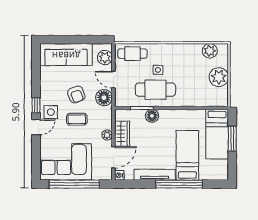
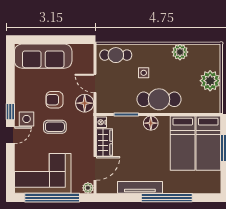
plant: (210, 51) -> (180, 52), moved
plant: (105, 58) -> (86, 59), removed
cafe table: (155, 90) -> (159, 99), moved
armchair: (76, 94) -> (54, 100), turned 111
floor lamp: (152, 116) -> (151, 123), moved
plant: (107, 135) -> (88, 188), moved
bed: (187, 155) -> (183, 143), moved, turned 180
nightstand: (119, 175) -> (101, 122), moved

